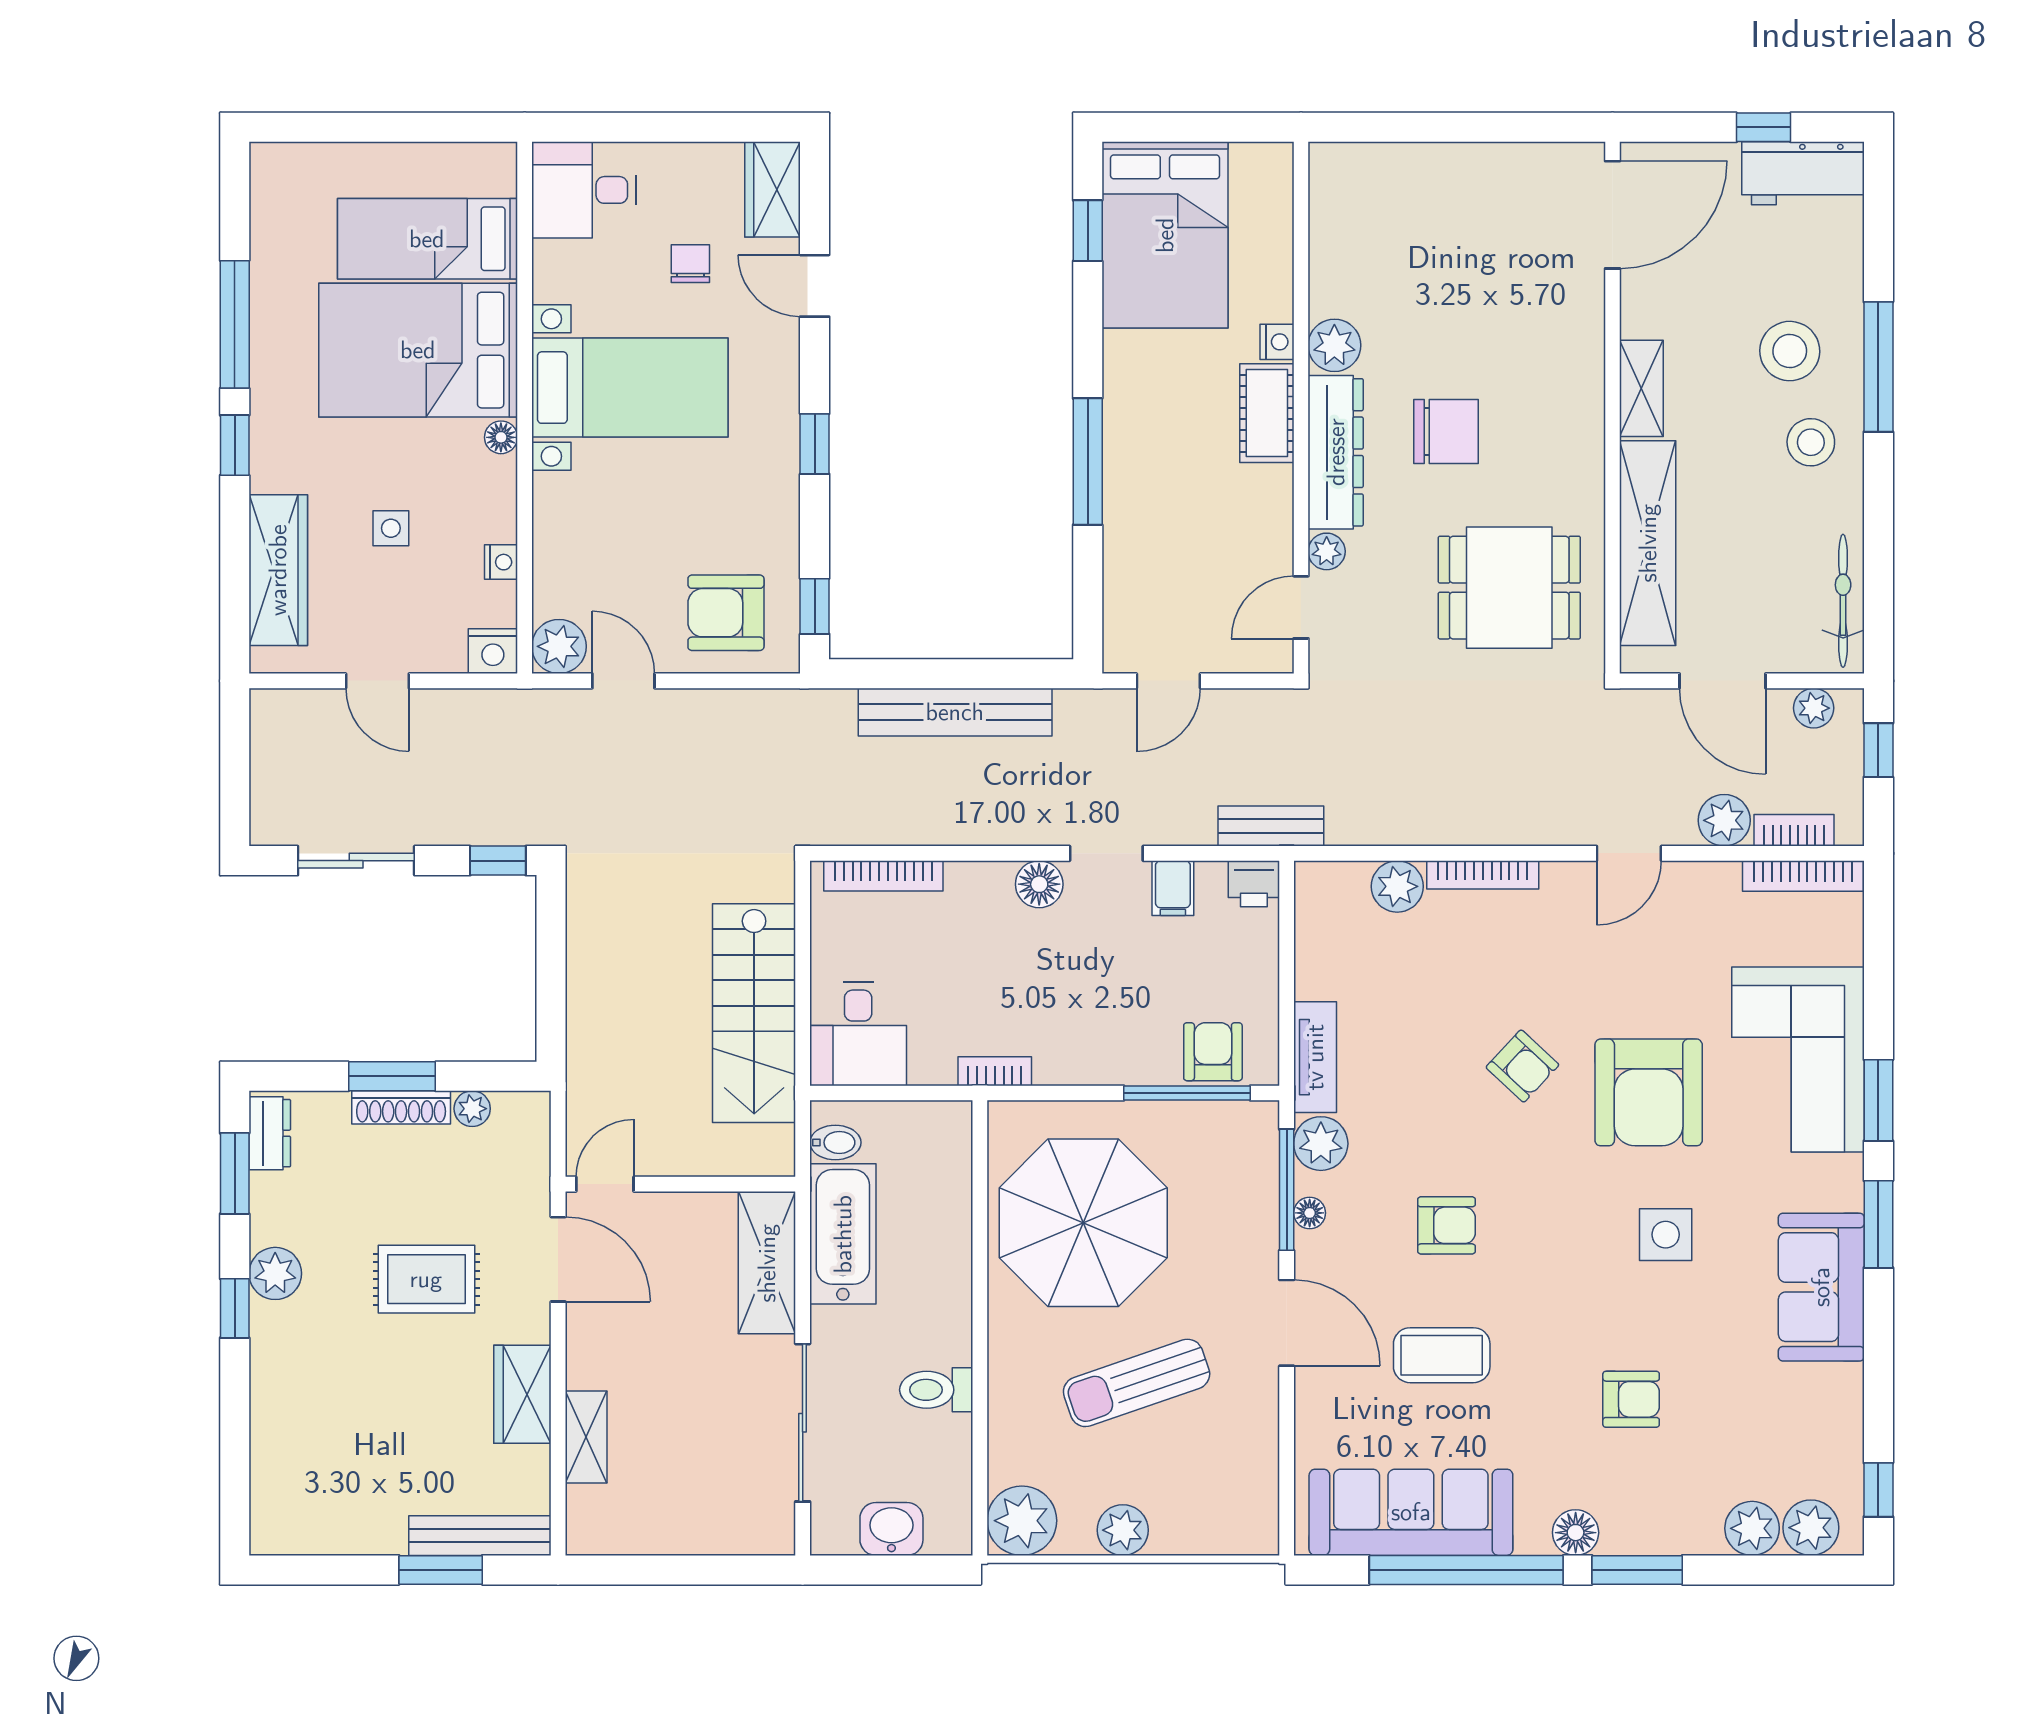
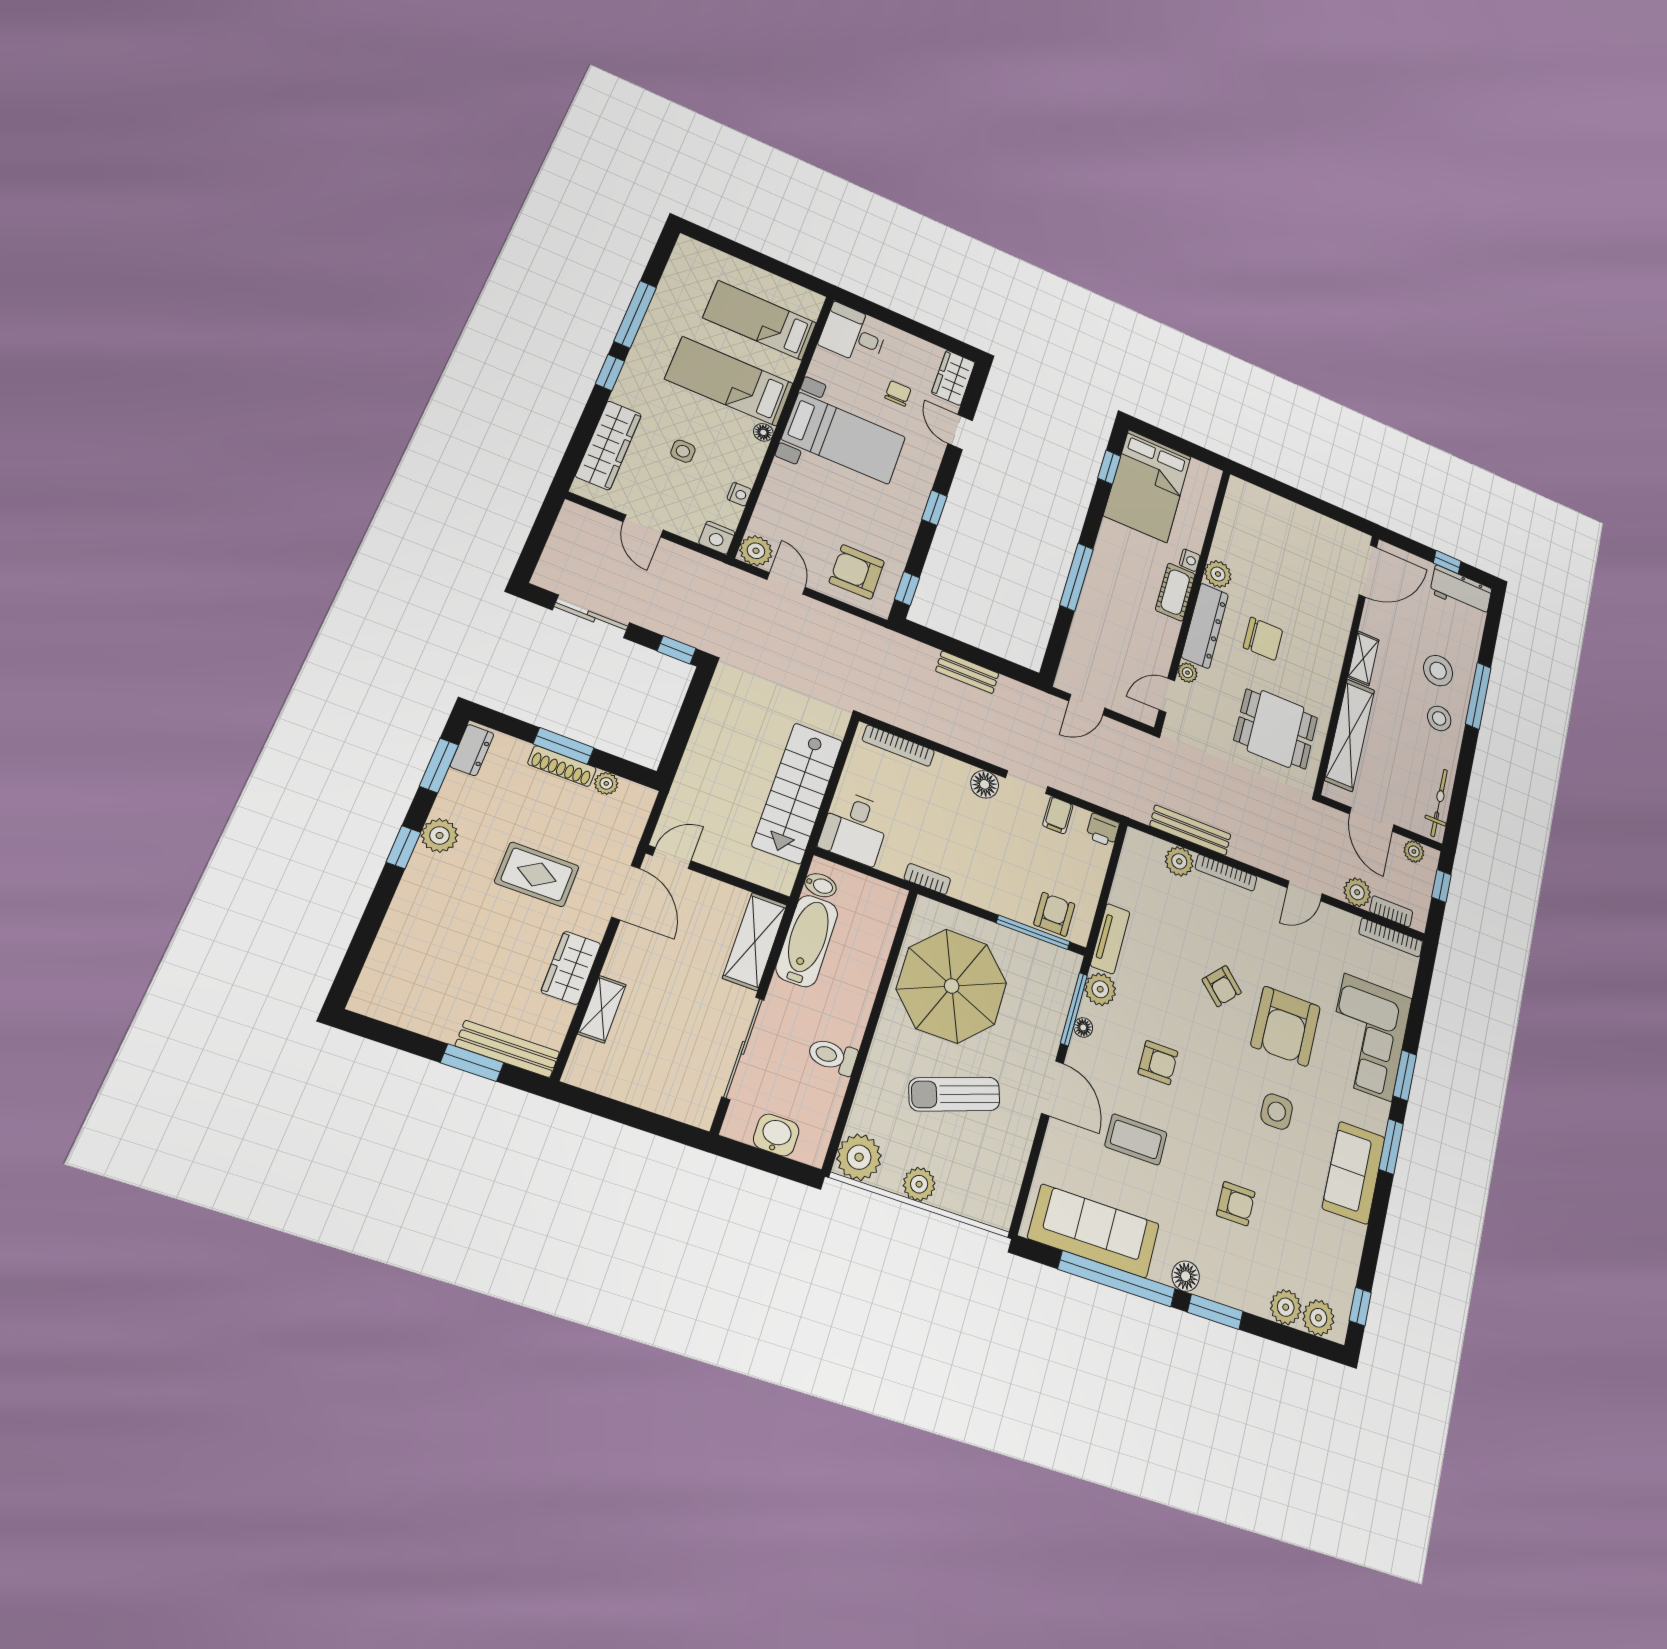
bed: (418, 350) -> (729, 381), width x0.67
bench: (955, 712) -> (967, 672), width x0.54, depth x0.82
bench: (1271, 826) -> (1190, 830), moved, width x1.36

